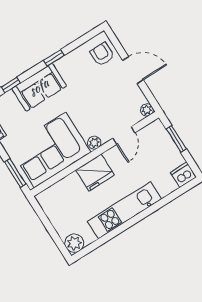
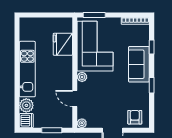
armchair: (102, 54) -> (135, 117), turned -90
fridge: (95, 173) -> (63, 44), moved
plant: (74, 243) -> (26, 105), moved

